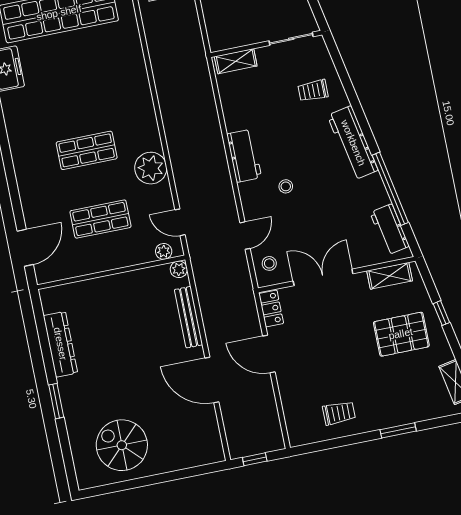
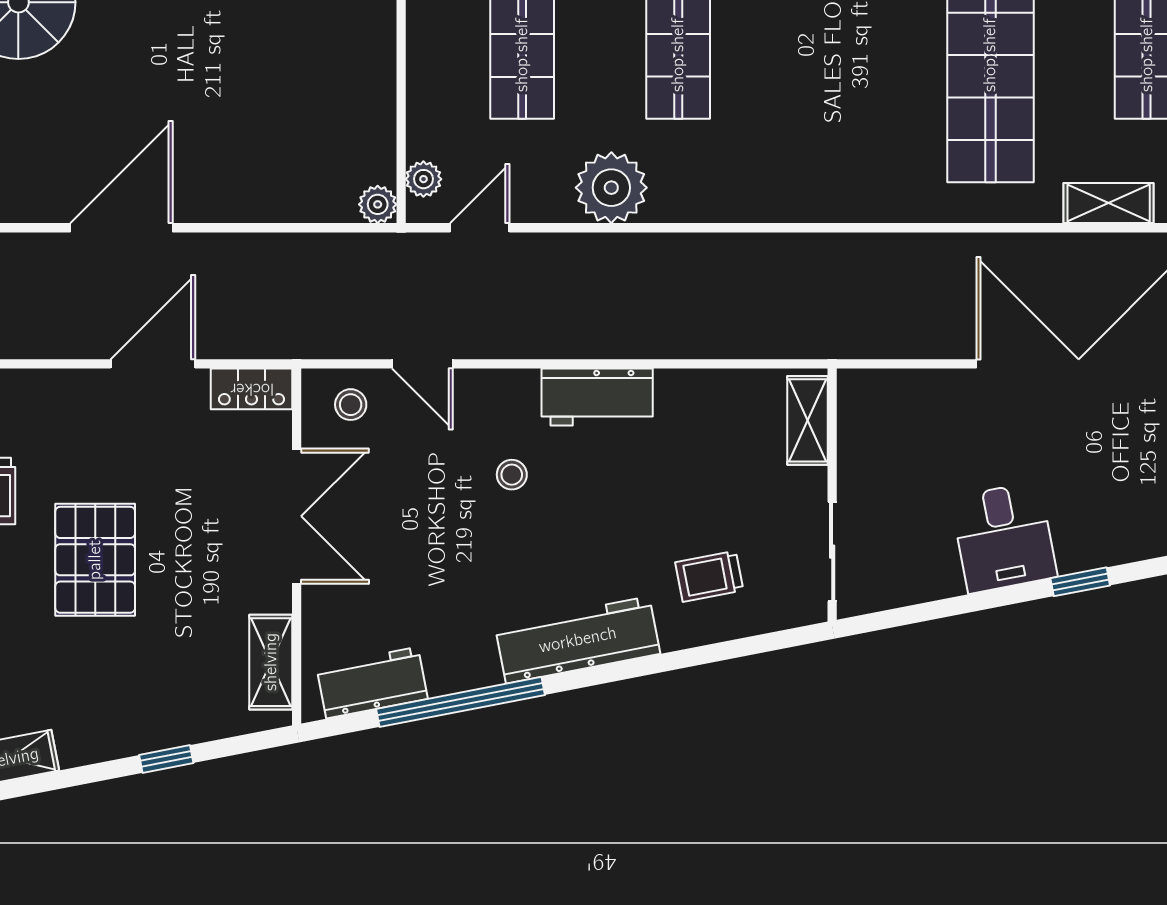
trolley: (313, 91) -> (709, 576), turned -101
bench: (189, 317) -> (269, 204), removed
pallet: (401, 334) -> (95, 560), moved

